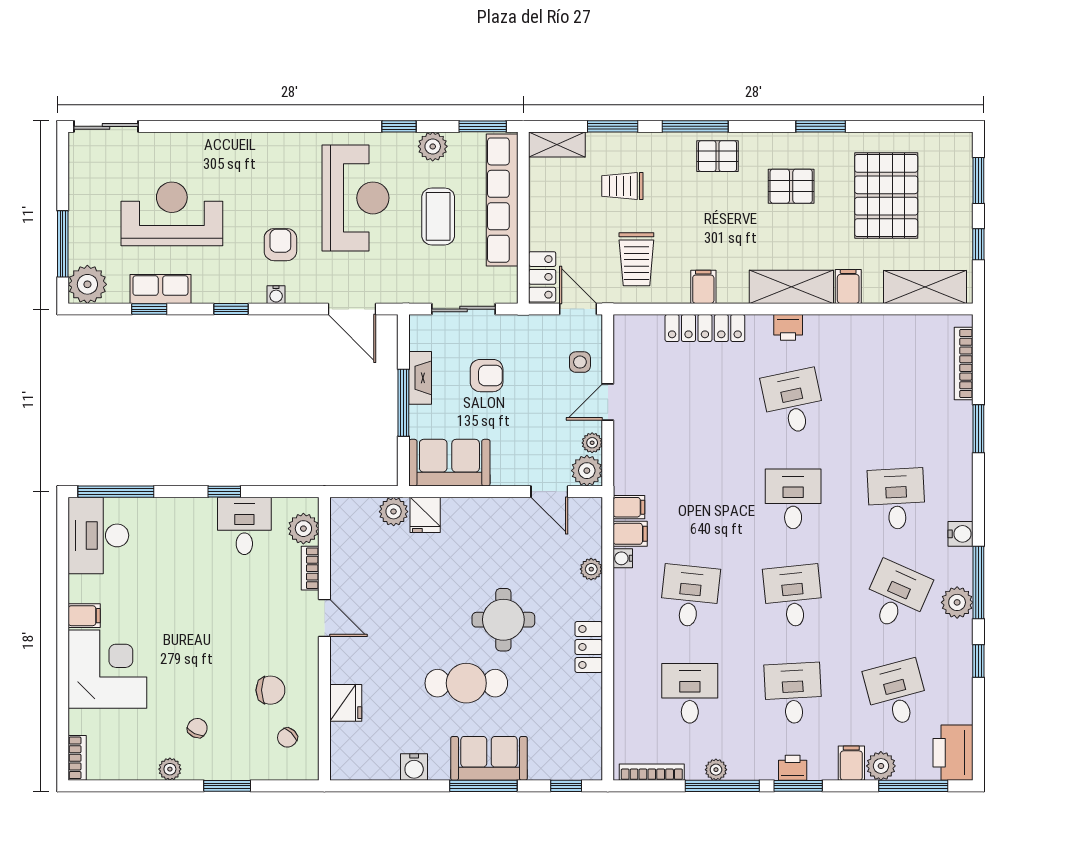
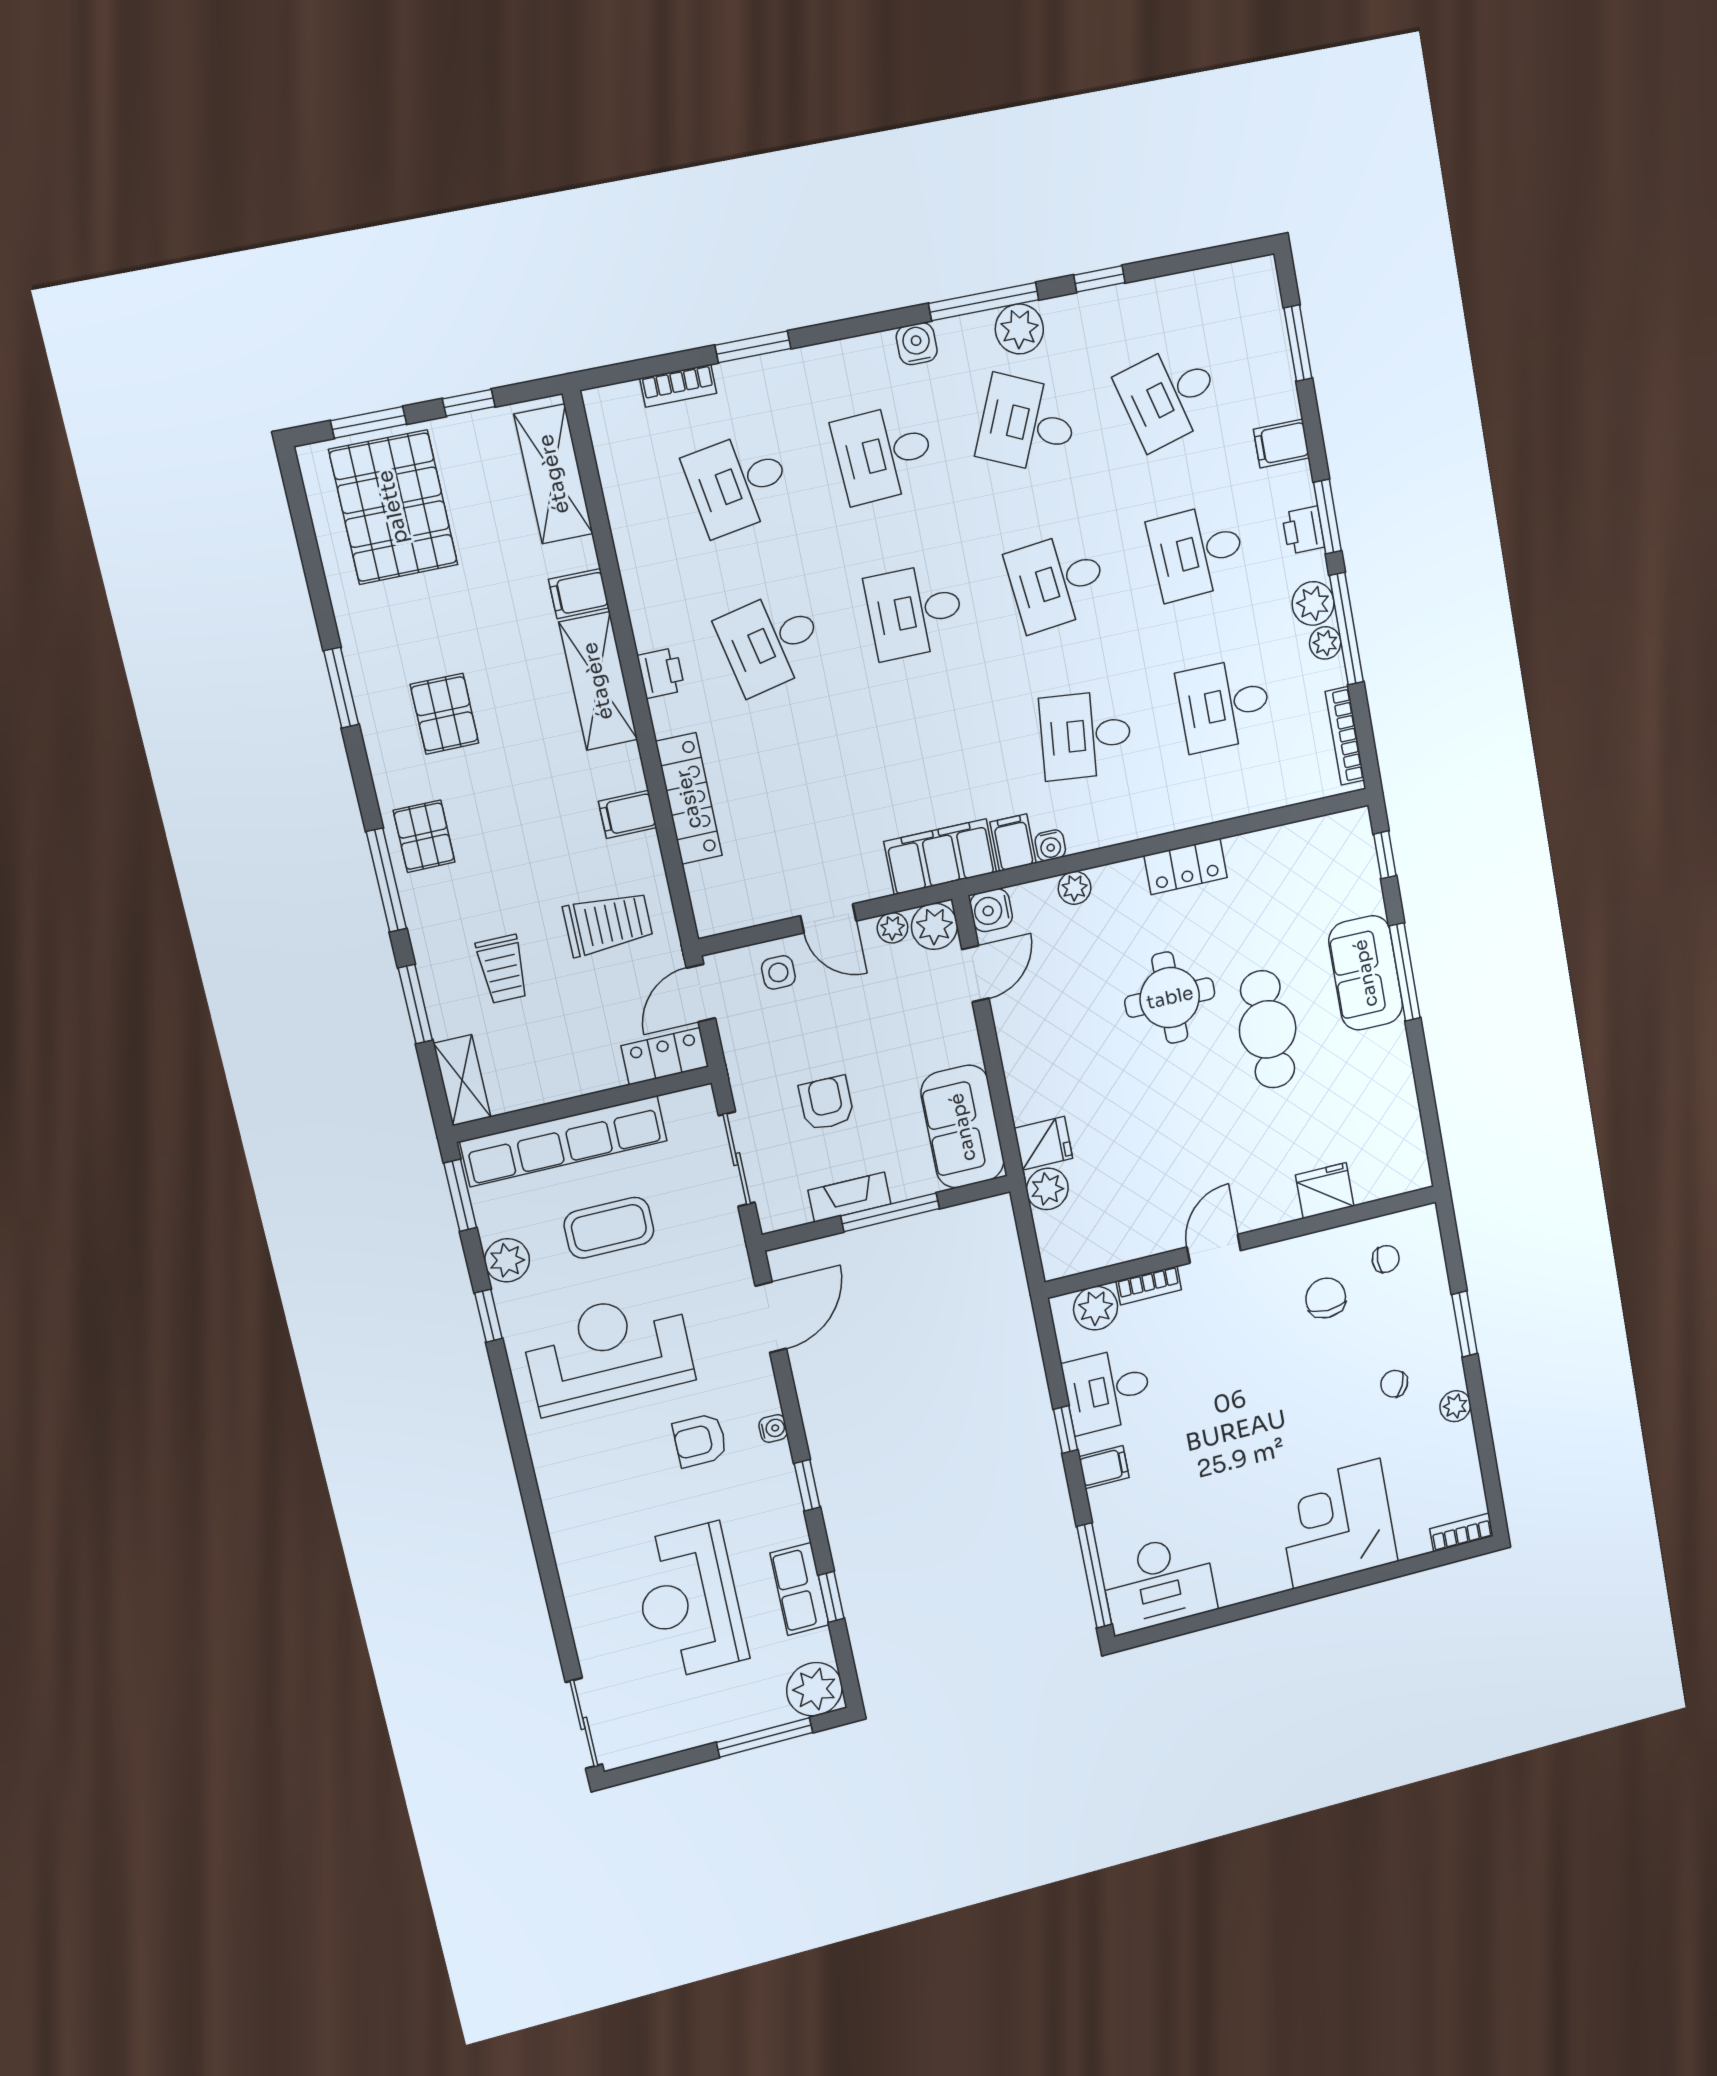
pallet: (886, 195) -> (393, 507), moved, turned 90
bookcase: (964, 364) -> (678, 386), width x0.64
desk: (896, 402) -> (738, 483), added
filing cabinet: (629, 507) -> (940, 857), width x3.00, depth x1.17
filing cabinet: (84, 616) -> (1104, 1467), moved, turned 90
chair: (287, 738) -> (1386, 1259), turned -44
printer: (953, 753) -> (1240, 292), removed
plant: (881, 766) -> (1313, 603), moved
water cooler: (414, 767) -> (991, 910), moved, turned 180
window: (913, 786) -> (1298, 343), width x0.69

